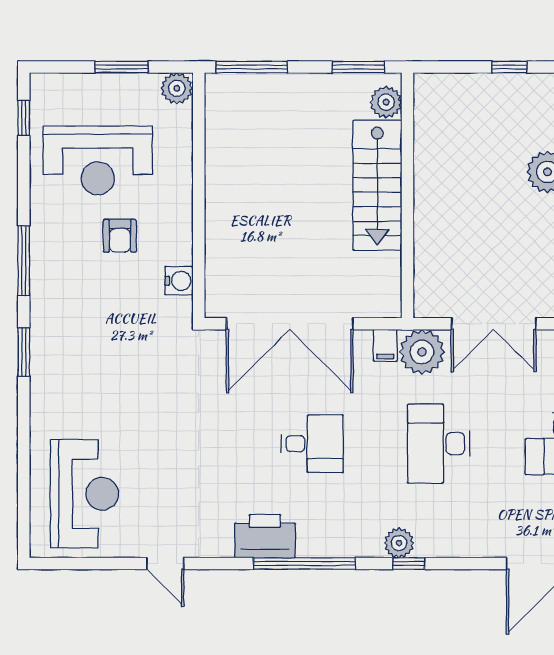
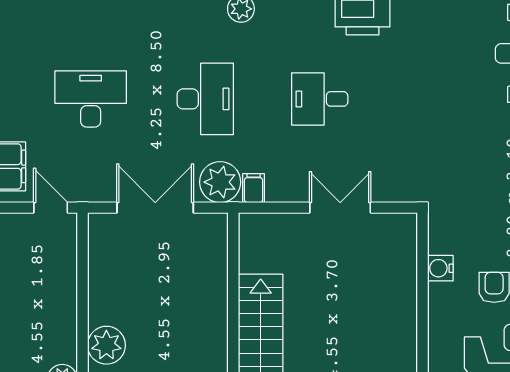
water cooler: (179, 281) -> (440, 268), moved
double door: (290, 324) -> (340, 208), width x0.54

